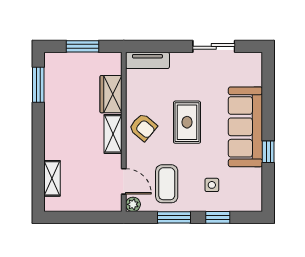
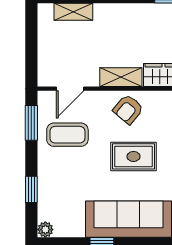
side table: (212, 185) -> (66, 183), removed
plant: (133, 204) -> (45, 230), moved
window: (174, 217) -> (31, 123), moved

